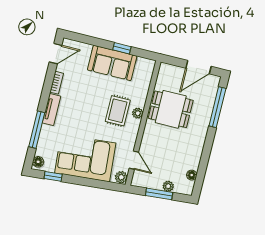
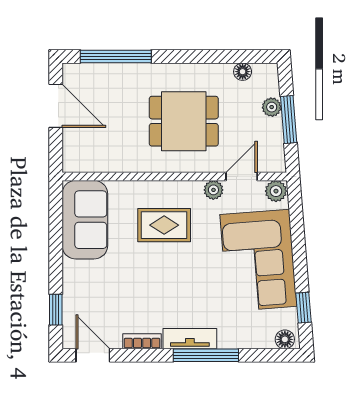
window: (122, 48) -> (56, 310), moved
sofa: (112, 63) -> (85, 220), moved
dining table: (171, 109) -> (184, 121), moved, turned 90
plant: (138, 113) -> (213, 190), moved
window: (37, 130) -> (206, 355), moved

